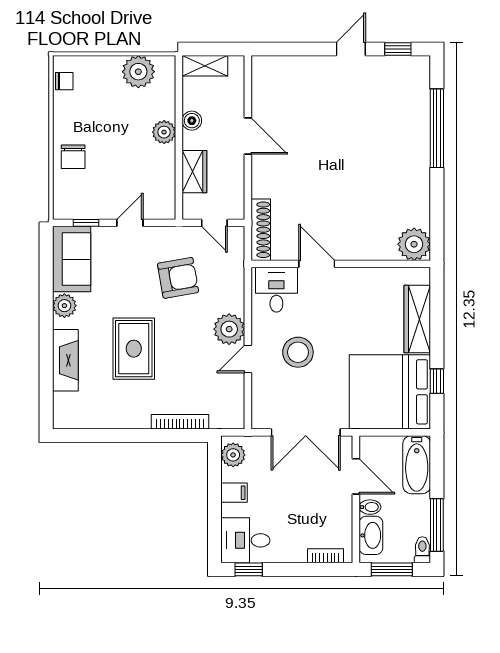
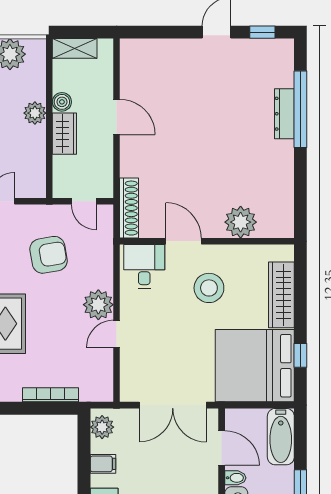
dresser: (420, 133) -> (284, 114), added
wardrobe: (194, 172) -> (64, 134), moved
plant: (414, 244) -> (241, 222), moved
stool: (298, 352) -> (209, 288), moved

